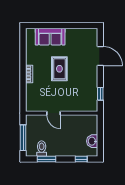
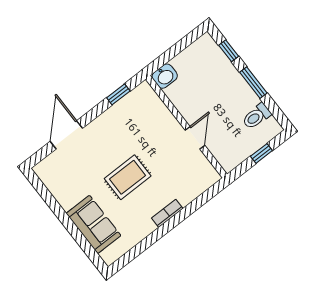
window: (23, 138) -> (261, 153), width x0.46
washbasin: (92, 141) -> (165, 76), moved
window: (47, 159) -> (253, 83), moved

